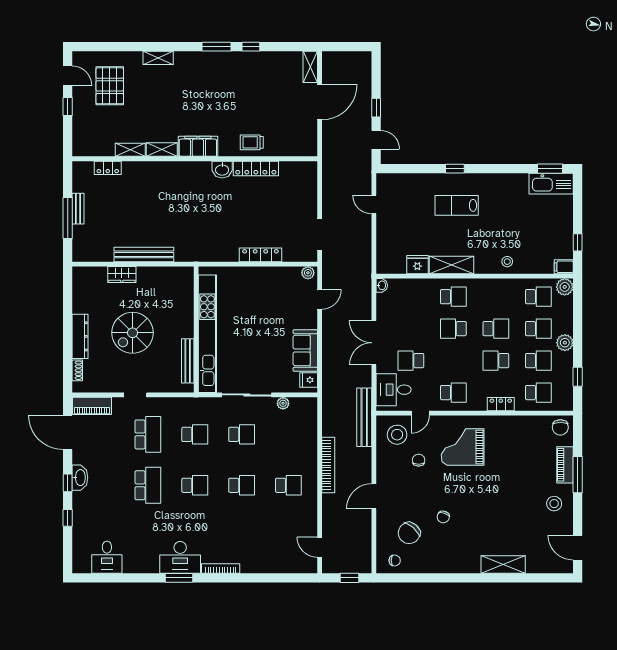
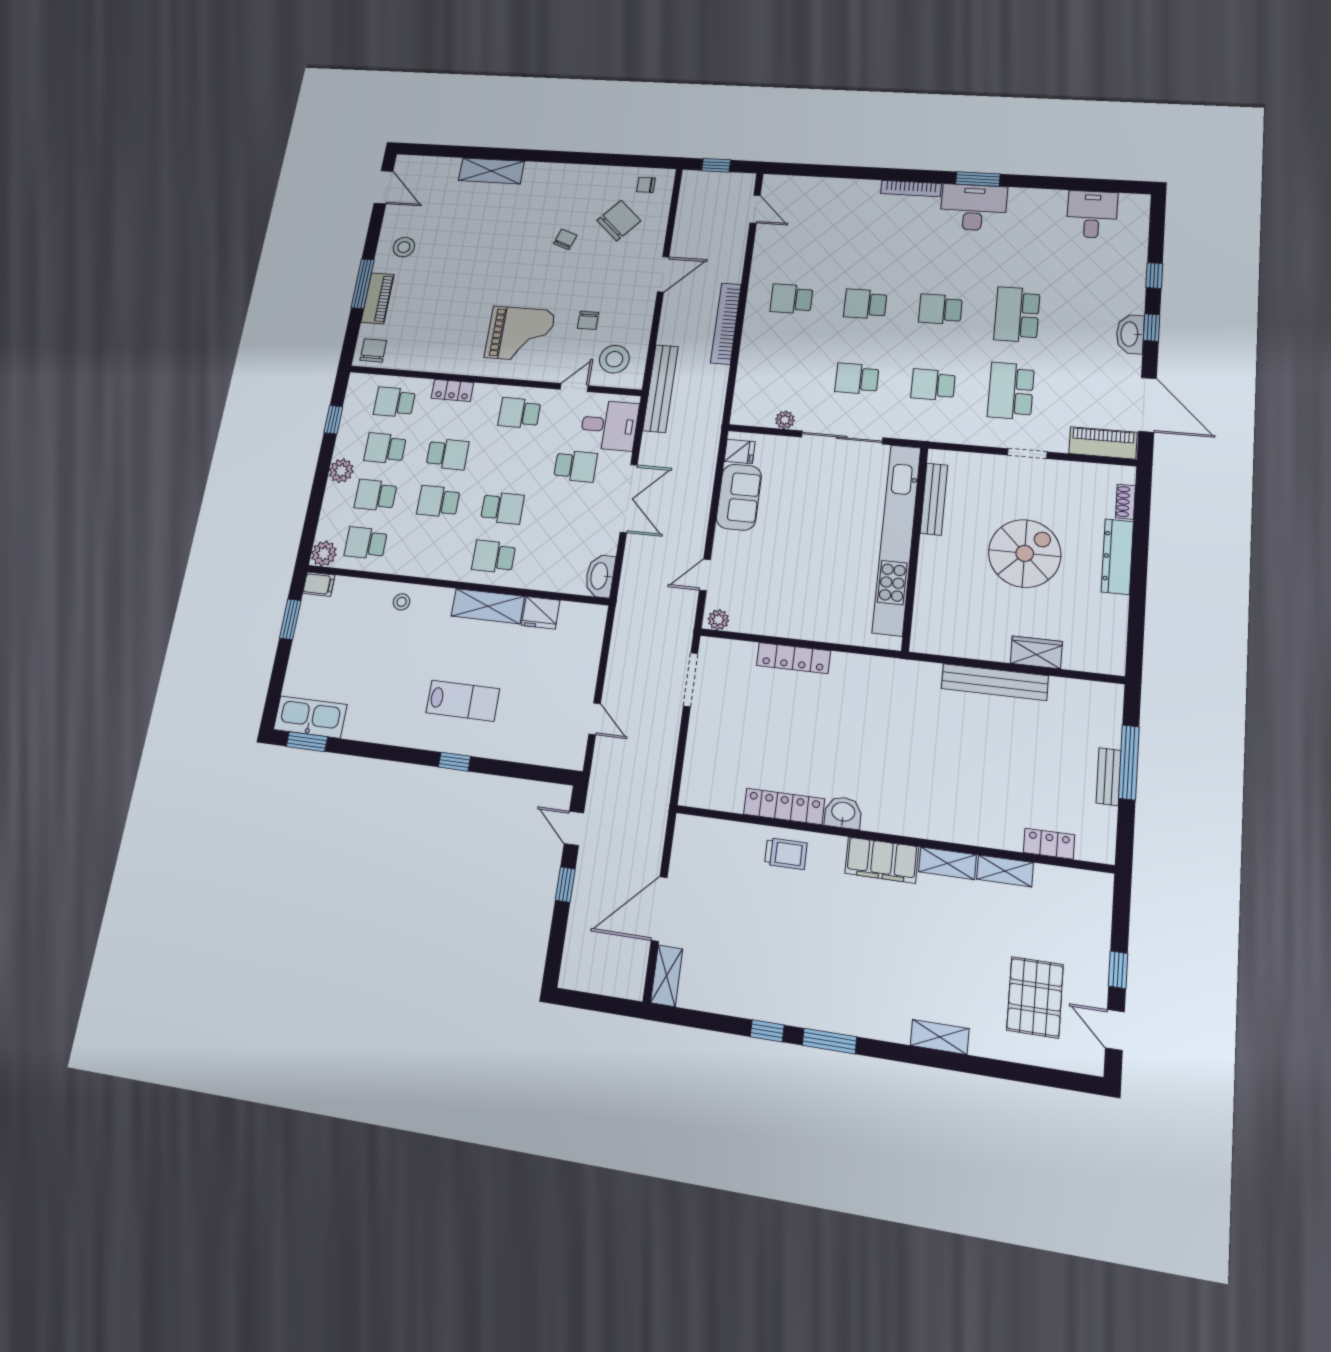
window: (578, 242) -> (290, 619), width x1.50
washbasin: (382, 285) -> (600, 576), width x1.91, depth x1.45

